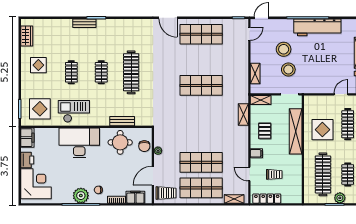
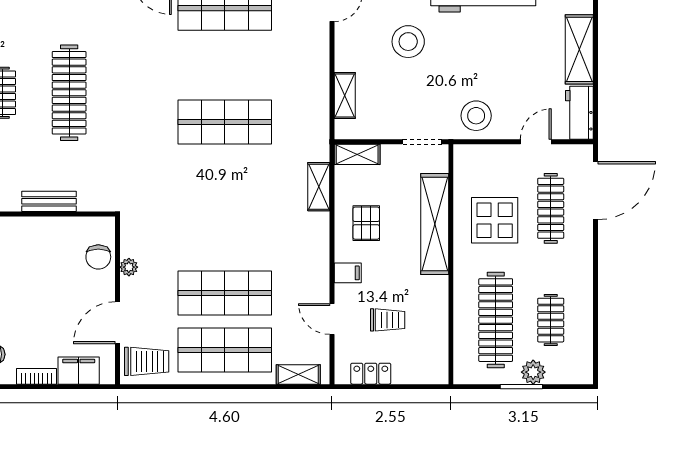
stool: (288, 70) -> (476, 116), moved
round table: (120, 142) -> (45, 249), removed
locker: (267, 199) -> (371, 374), width x0.66

